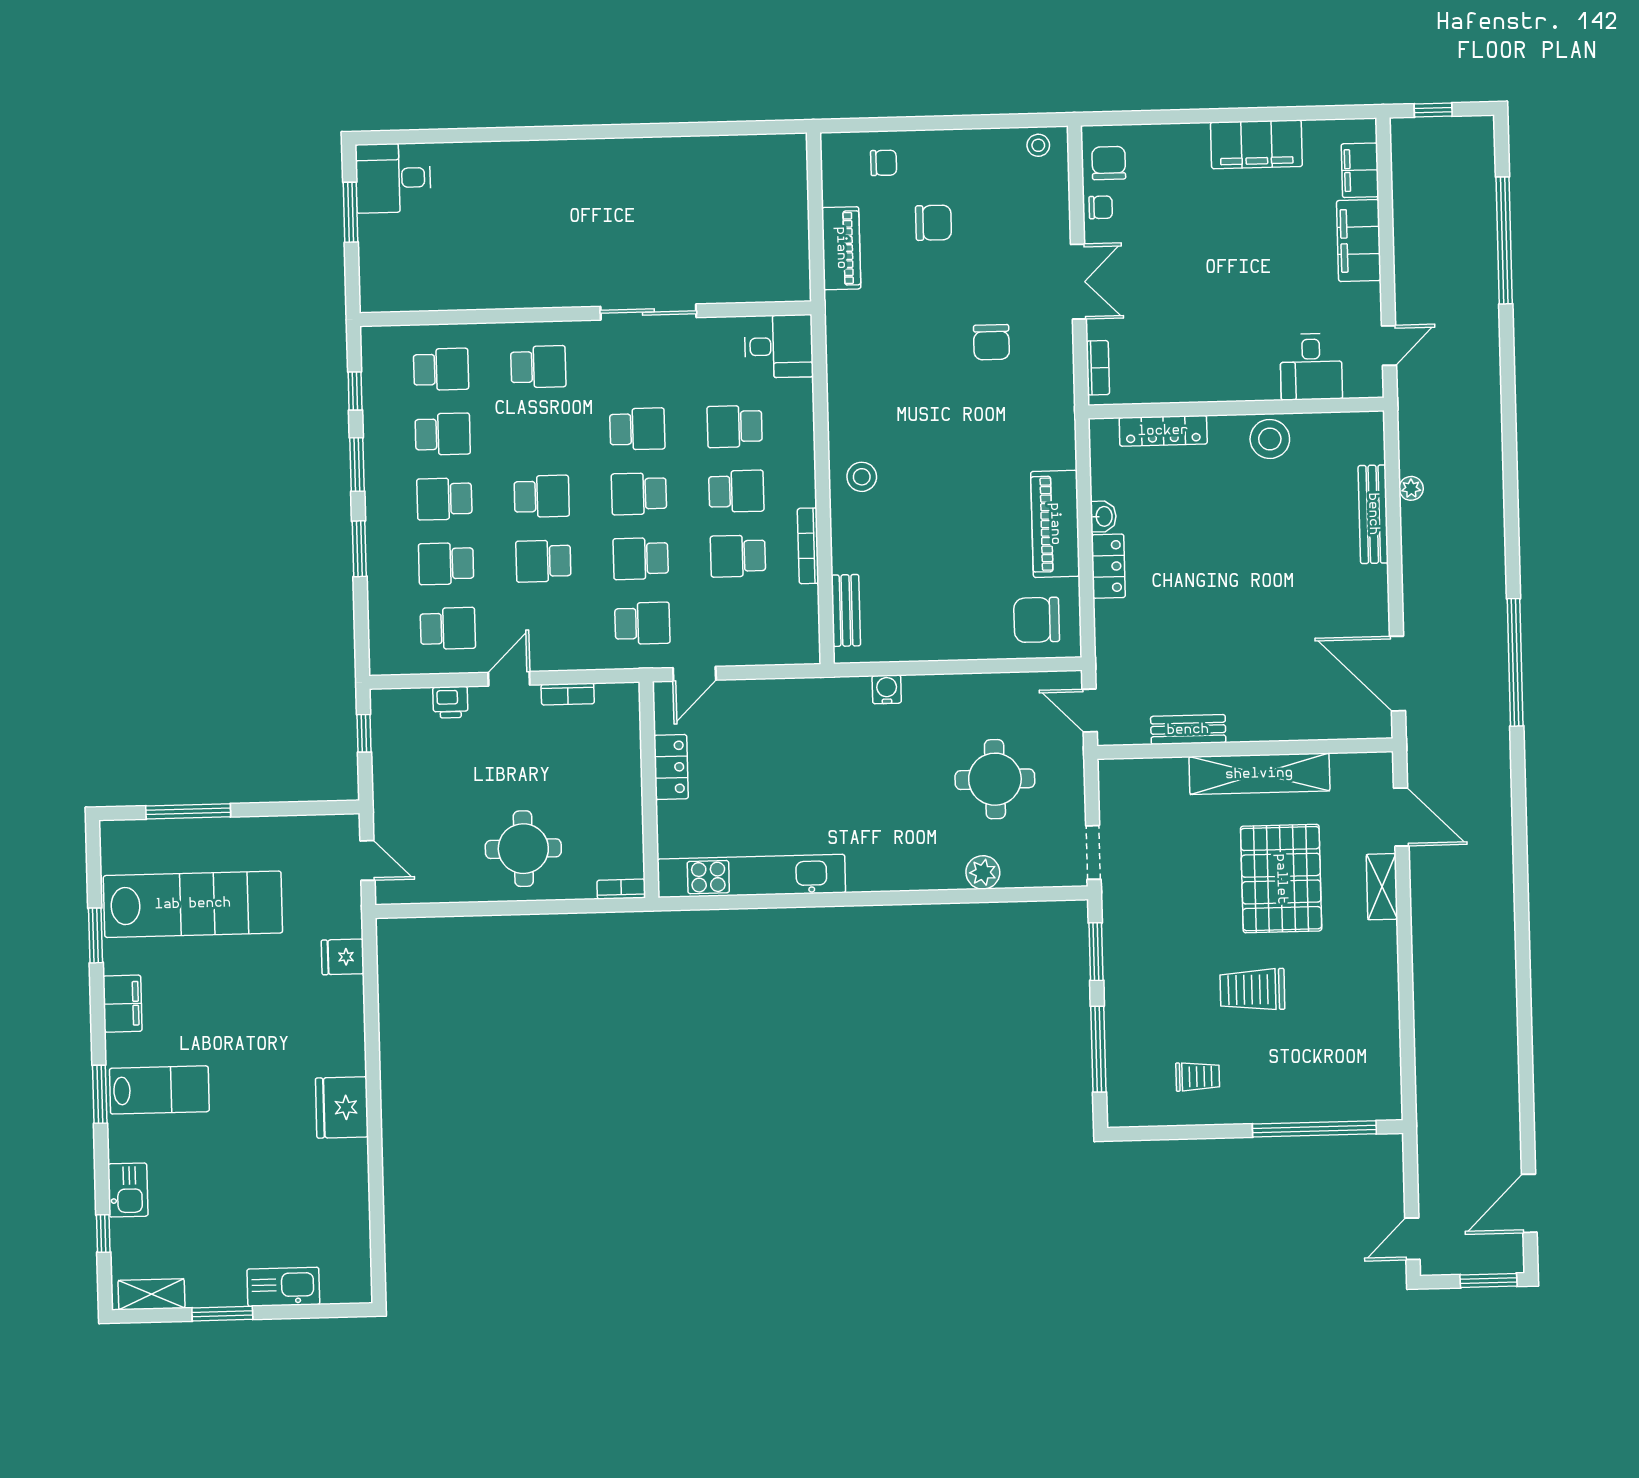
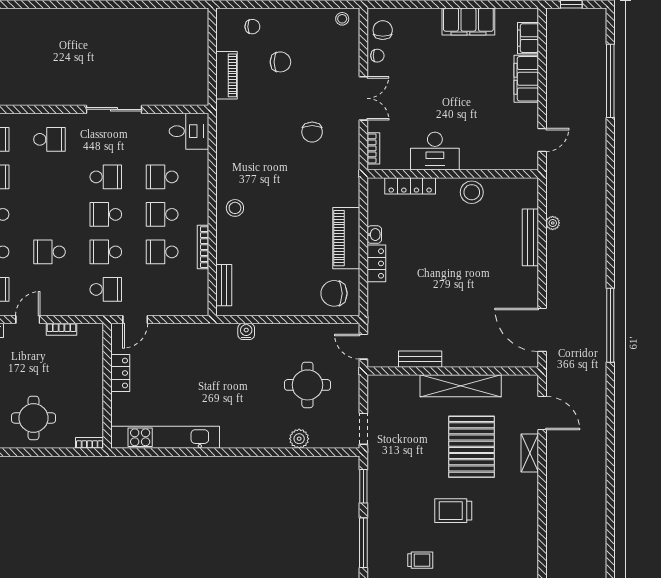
desk: (1311, 367) -> (435, 151), moved, width x1.37
school desk: (736, 491) -> (162, 214), turned 180
school desk: (542, 496) -> (49, 214), removed

